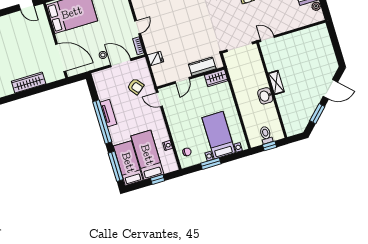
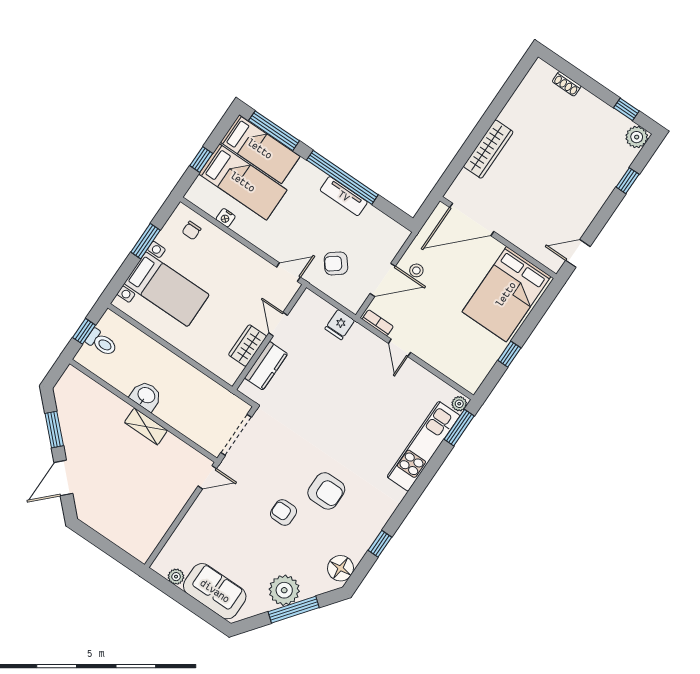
wardrobe: (216, 78) -> (248, 346), moved

